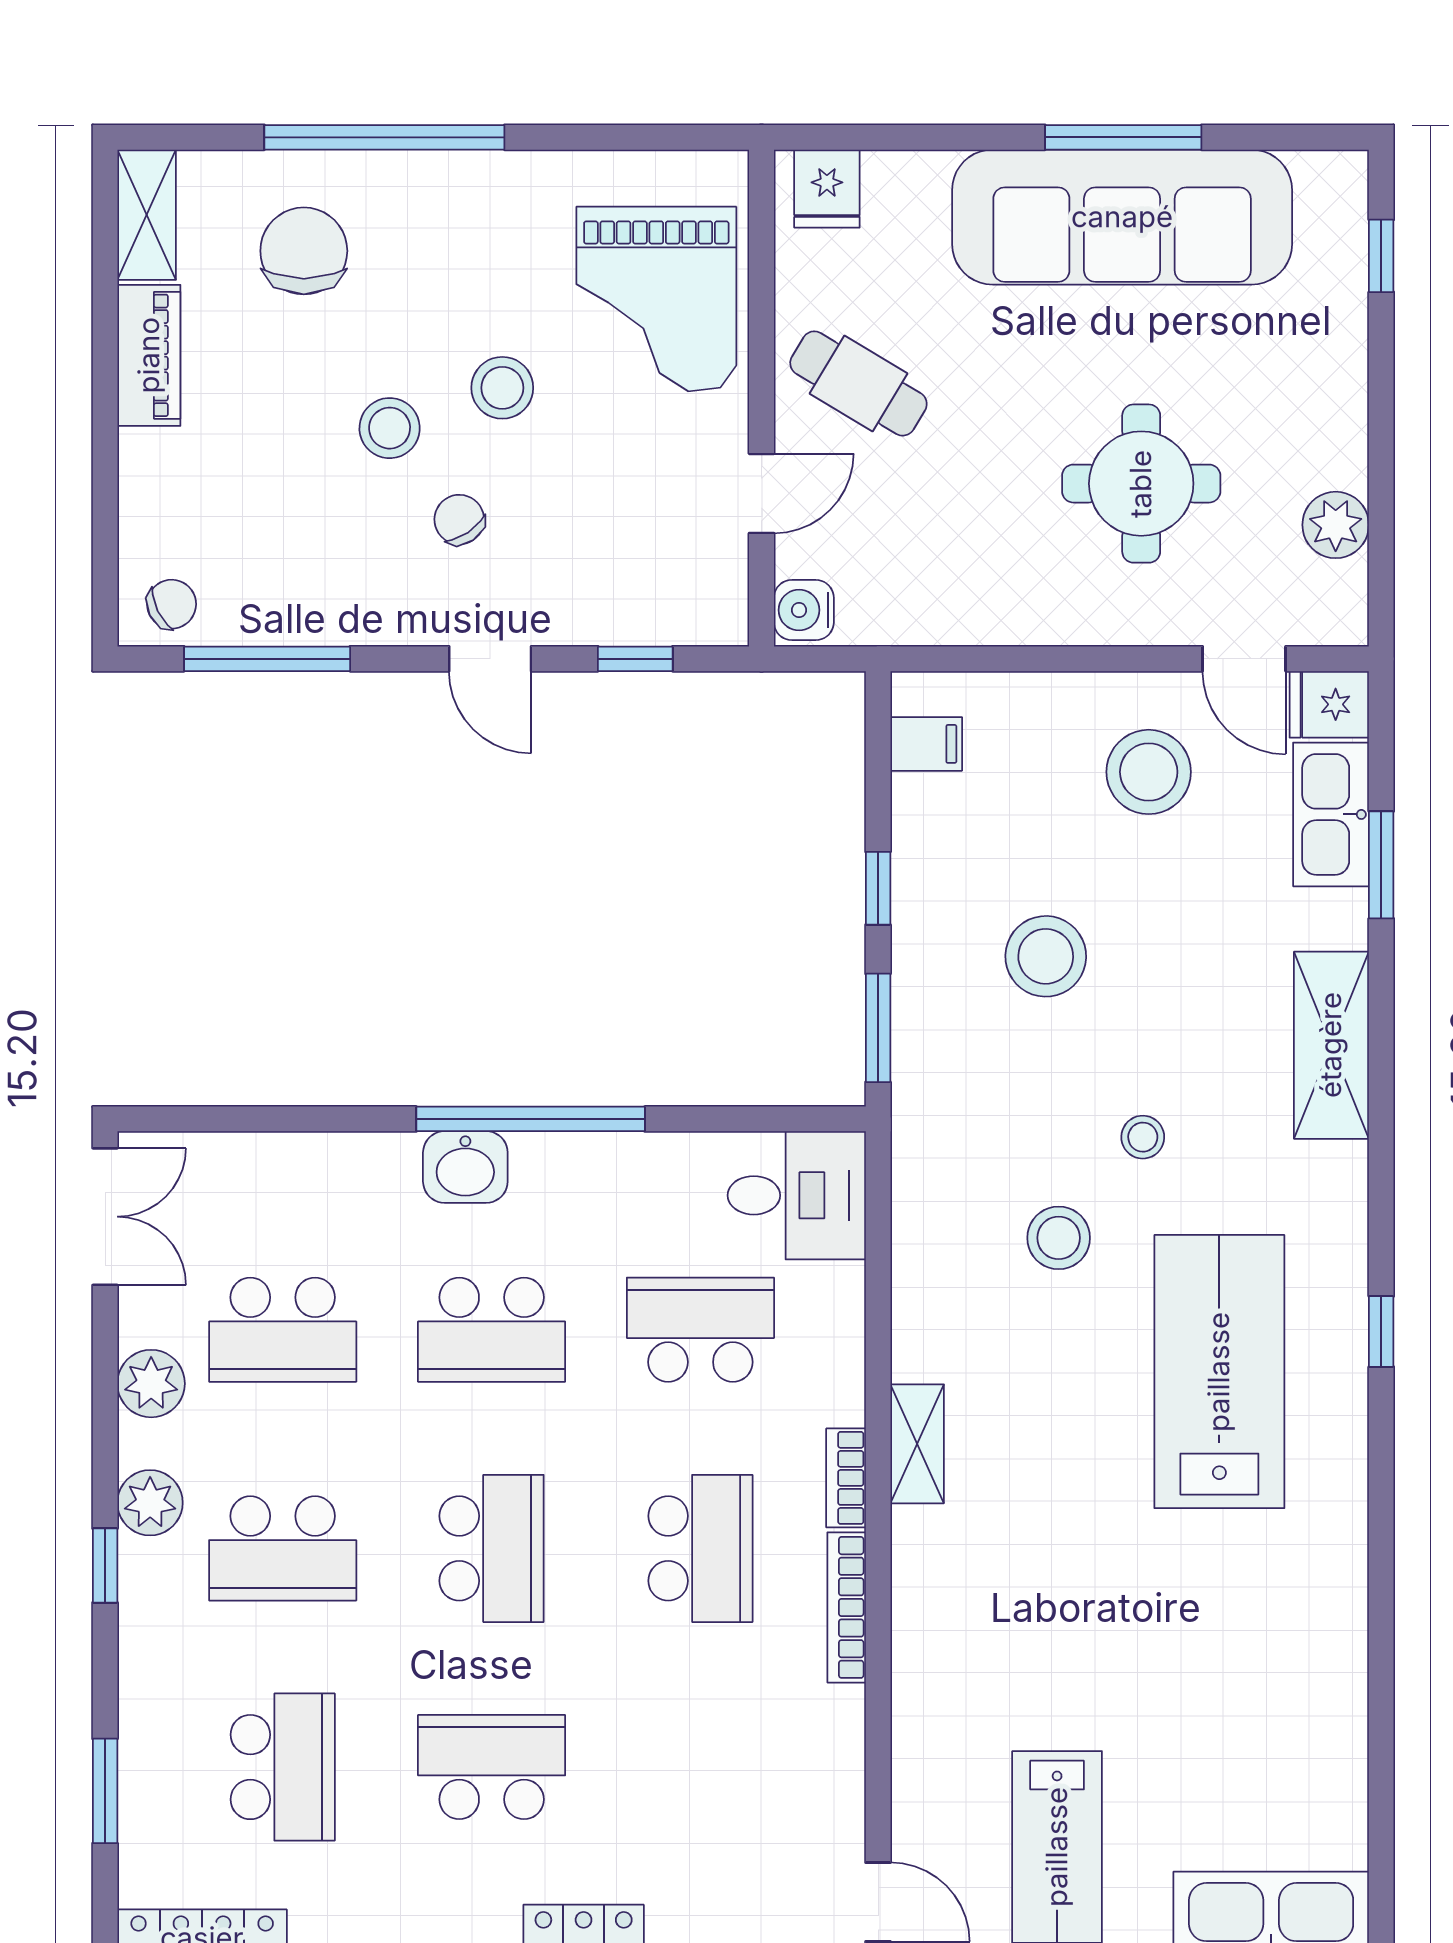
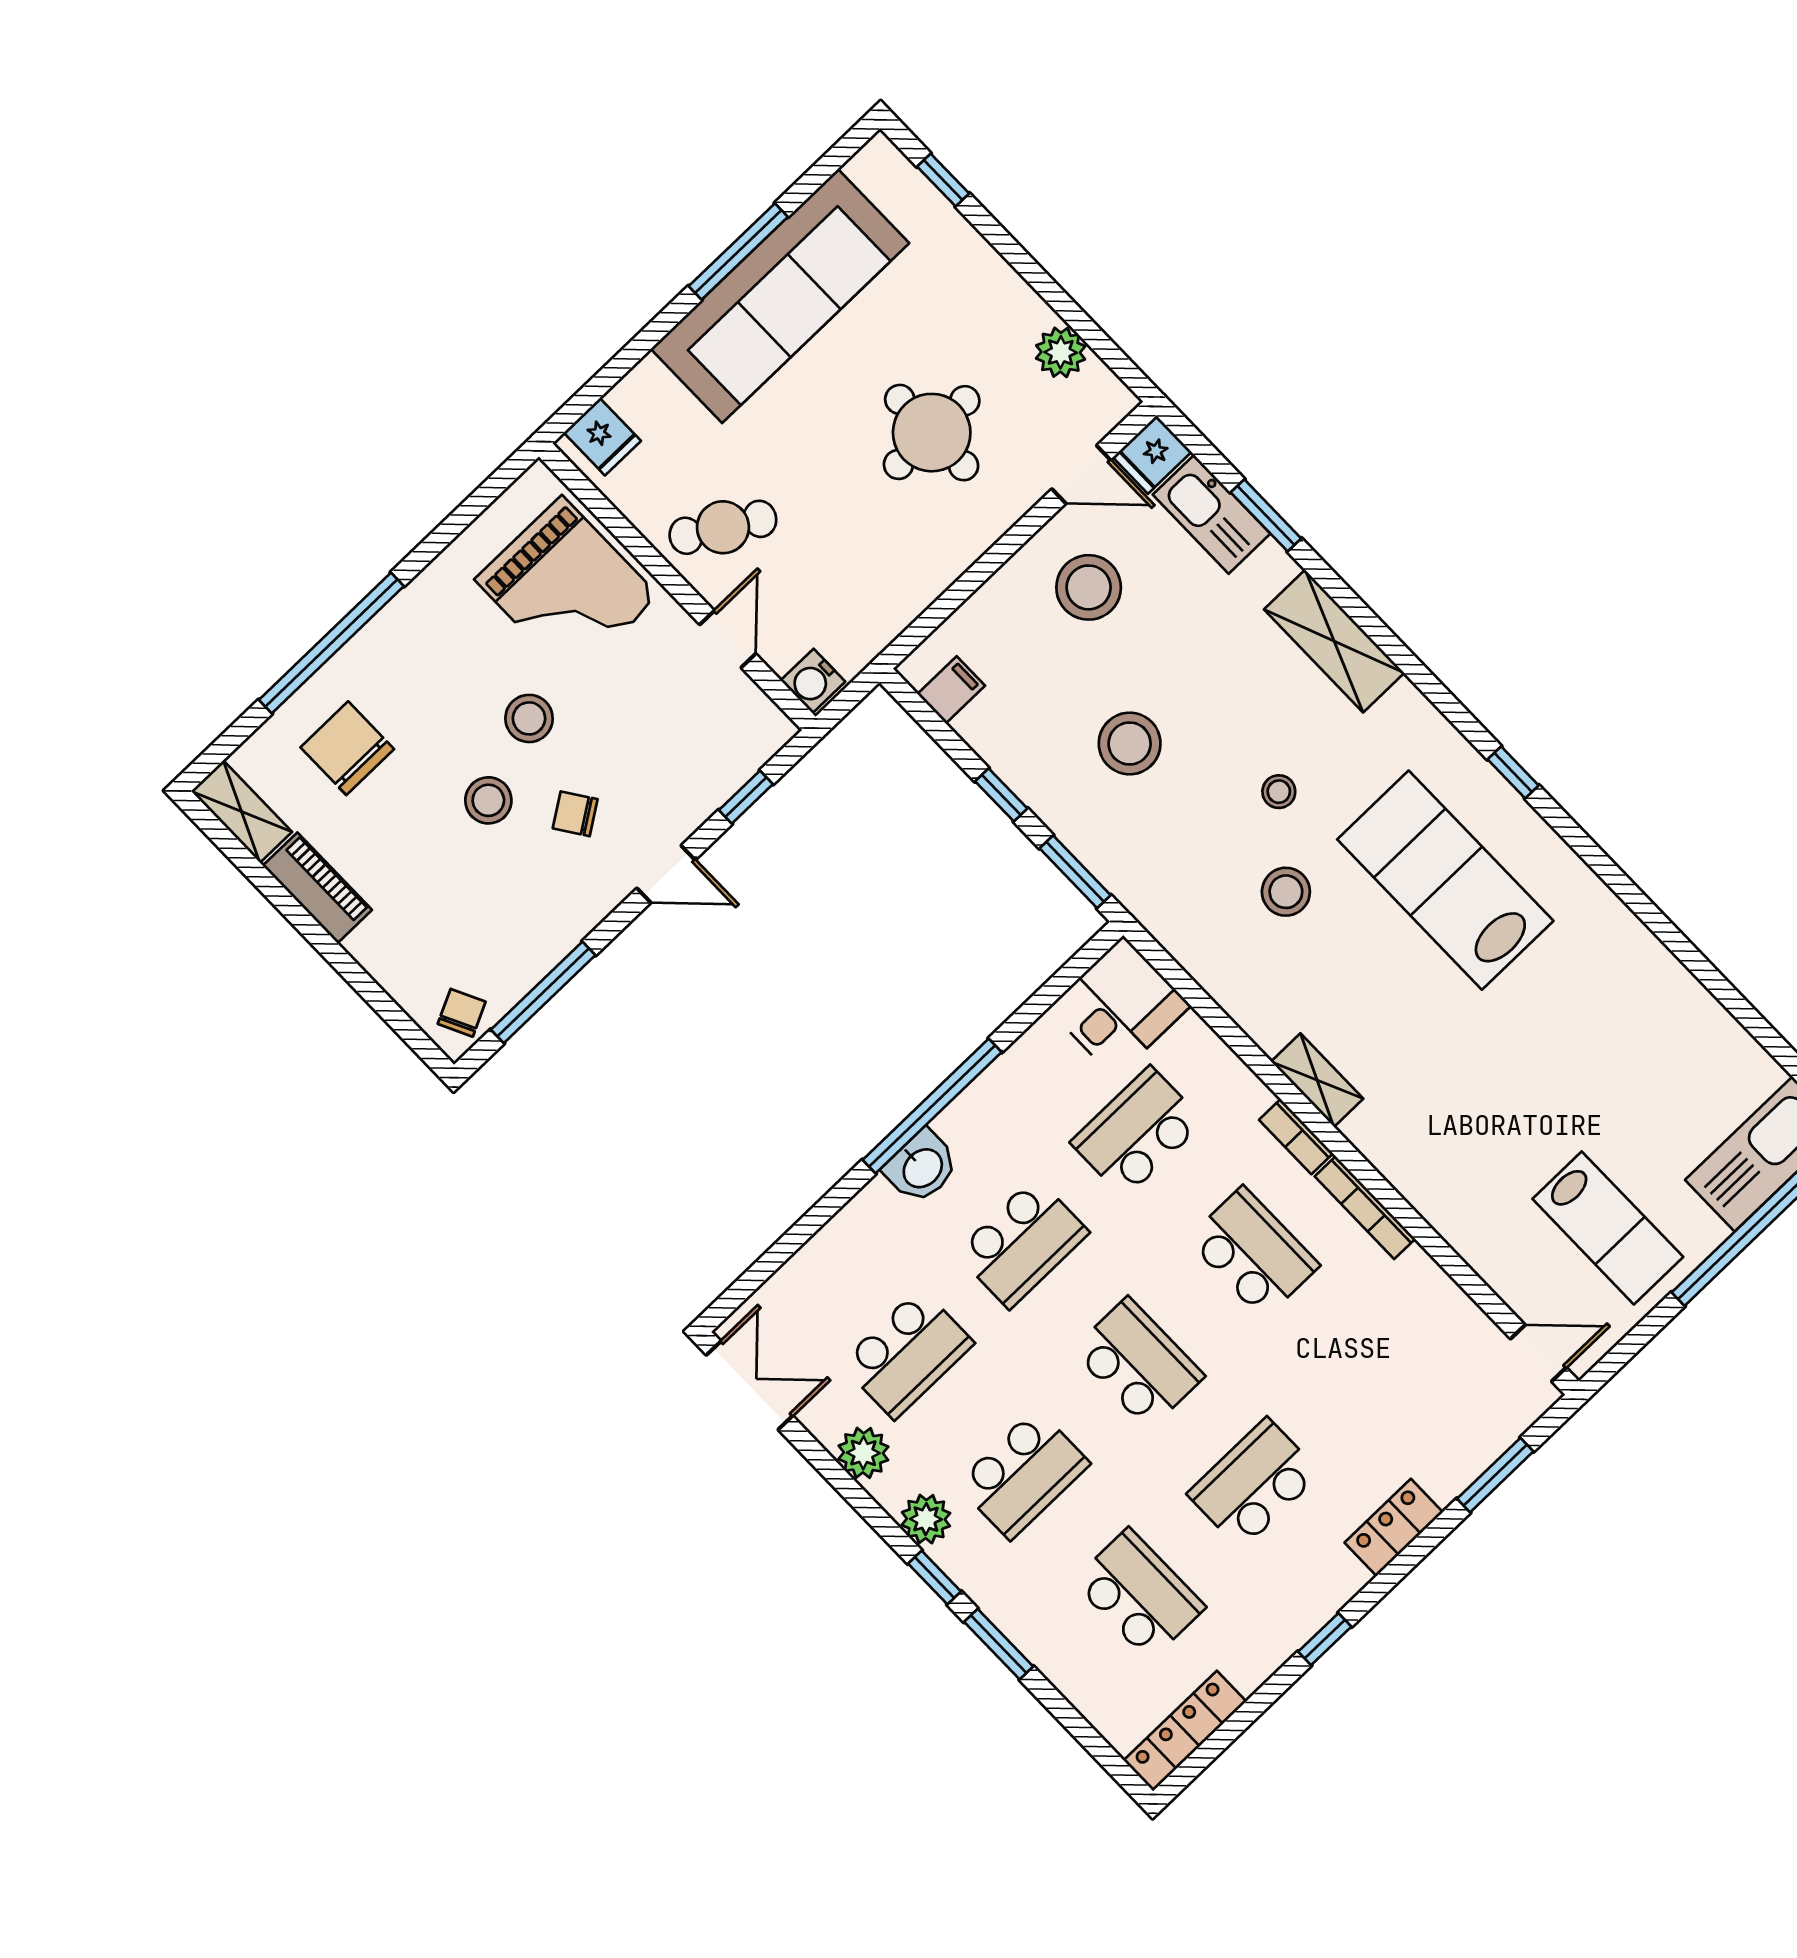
window: (105, 1791) -> (999, 1644), moved

